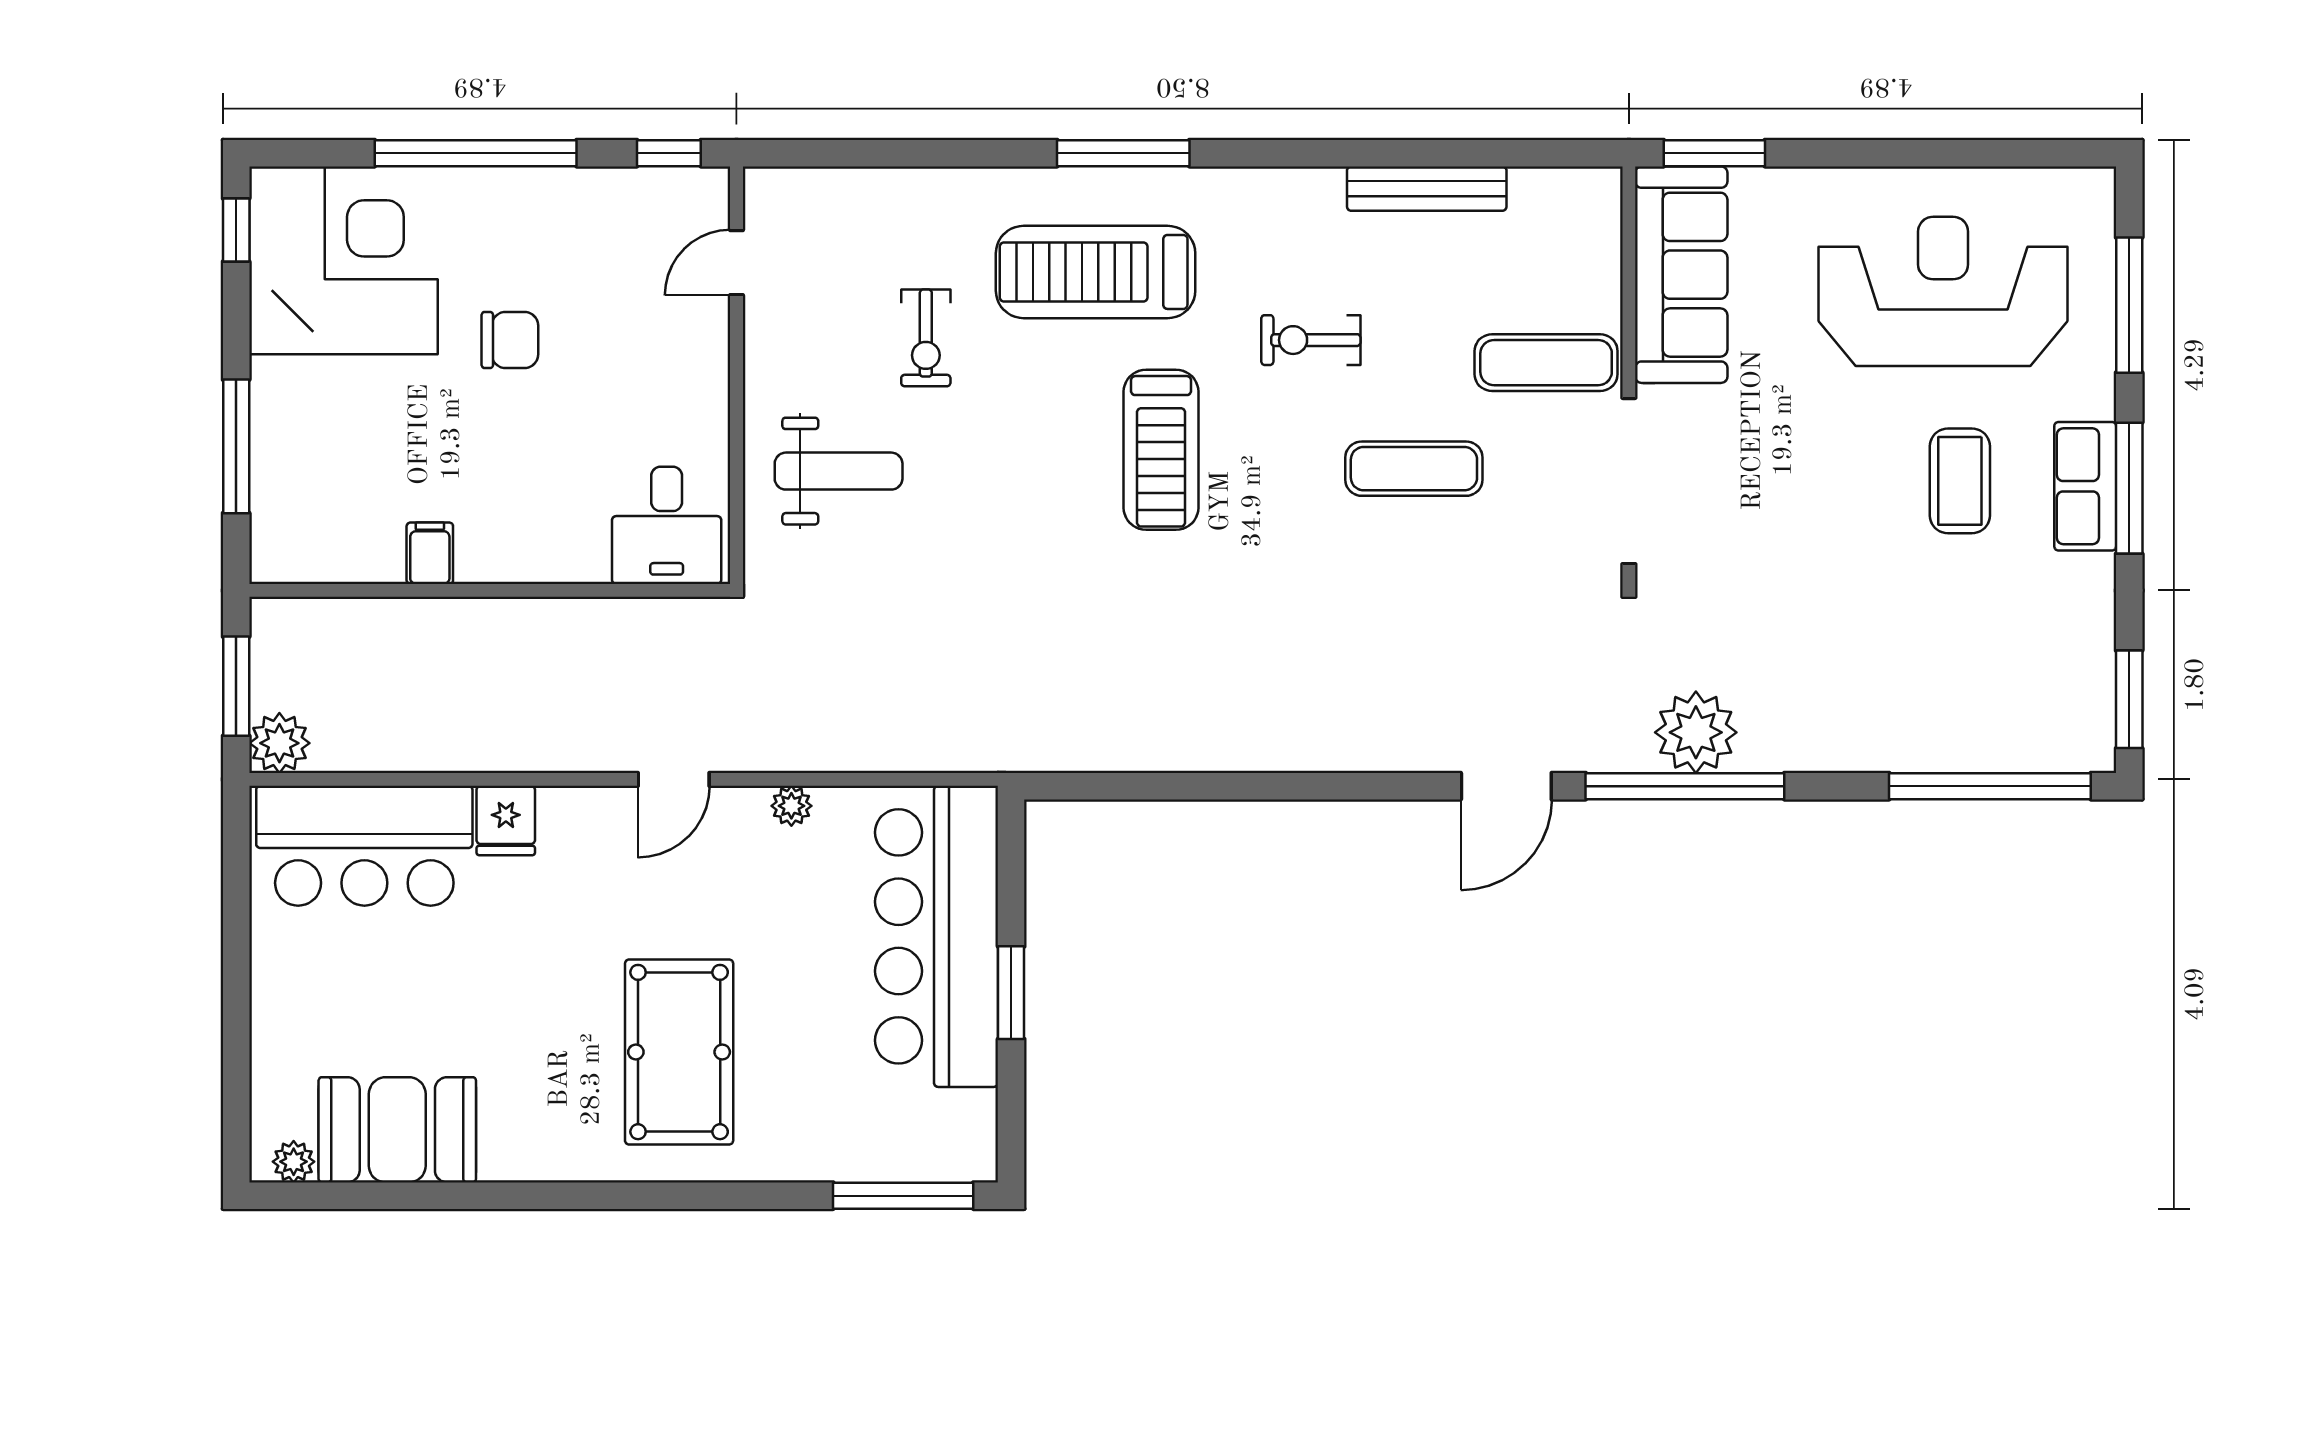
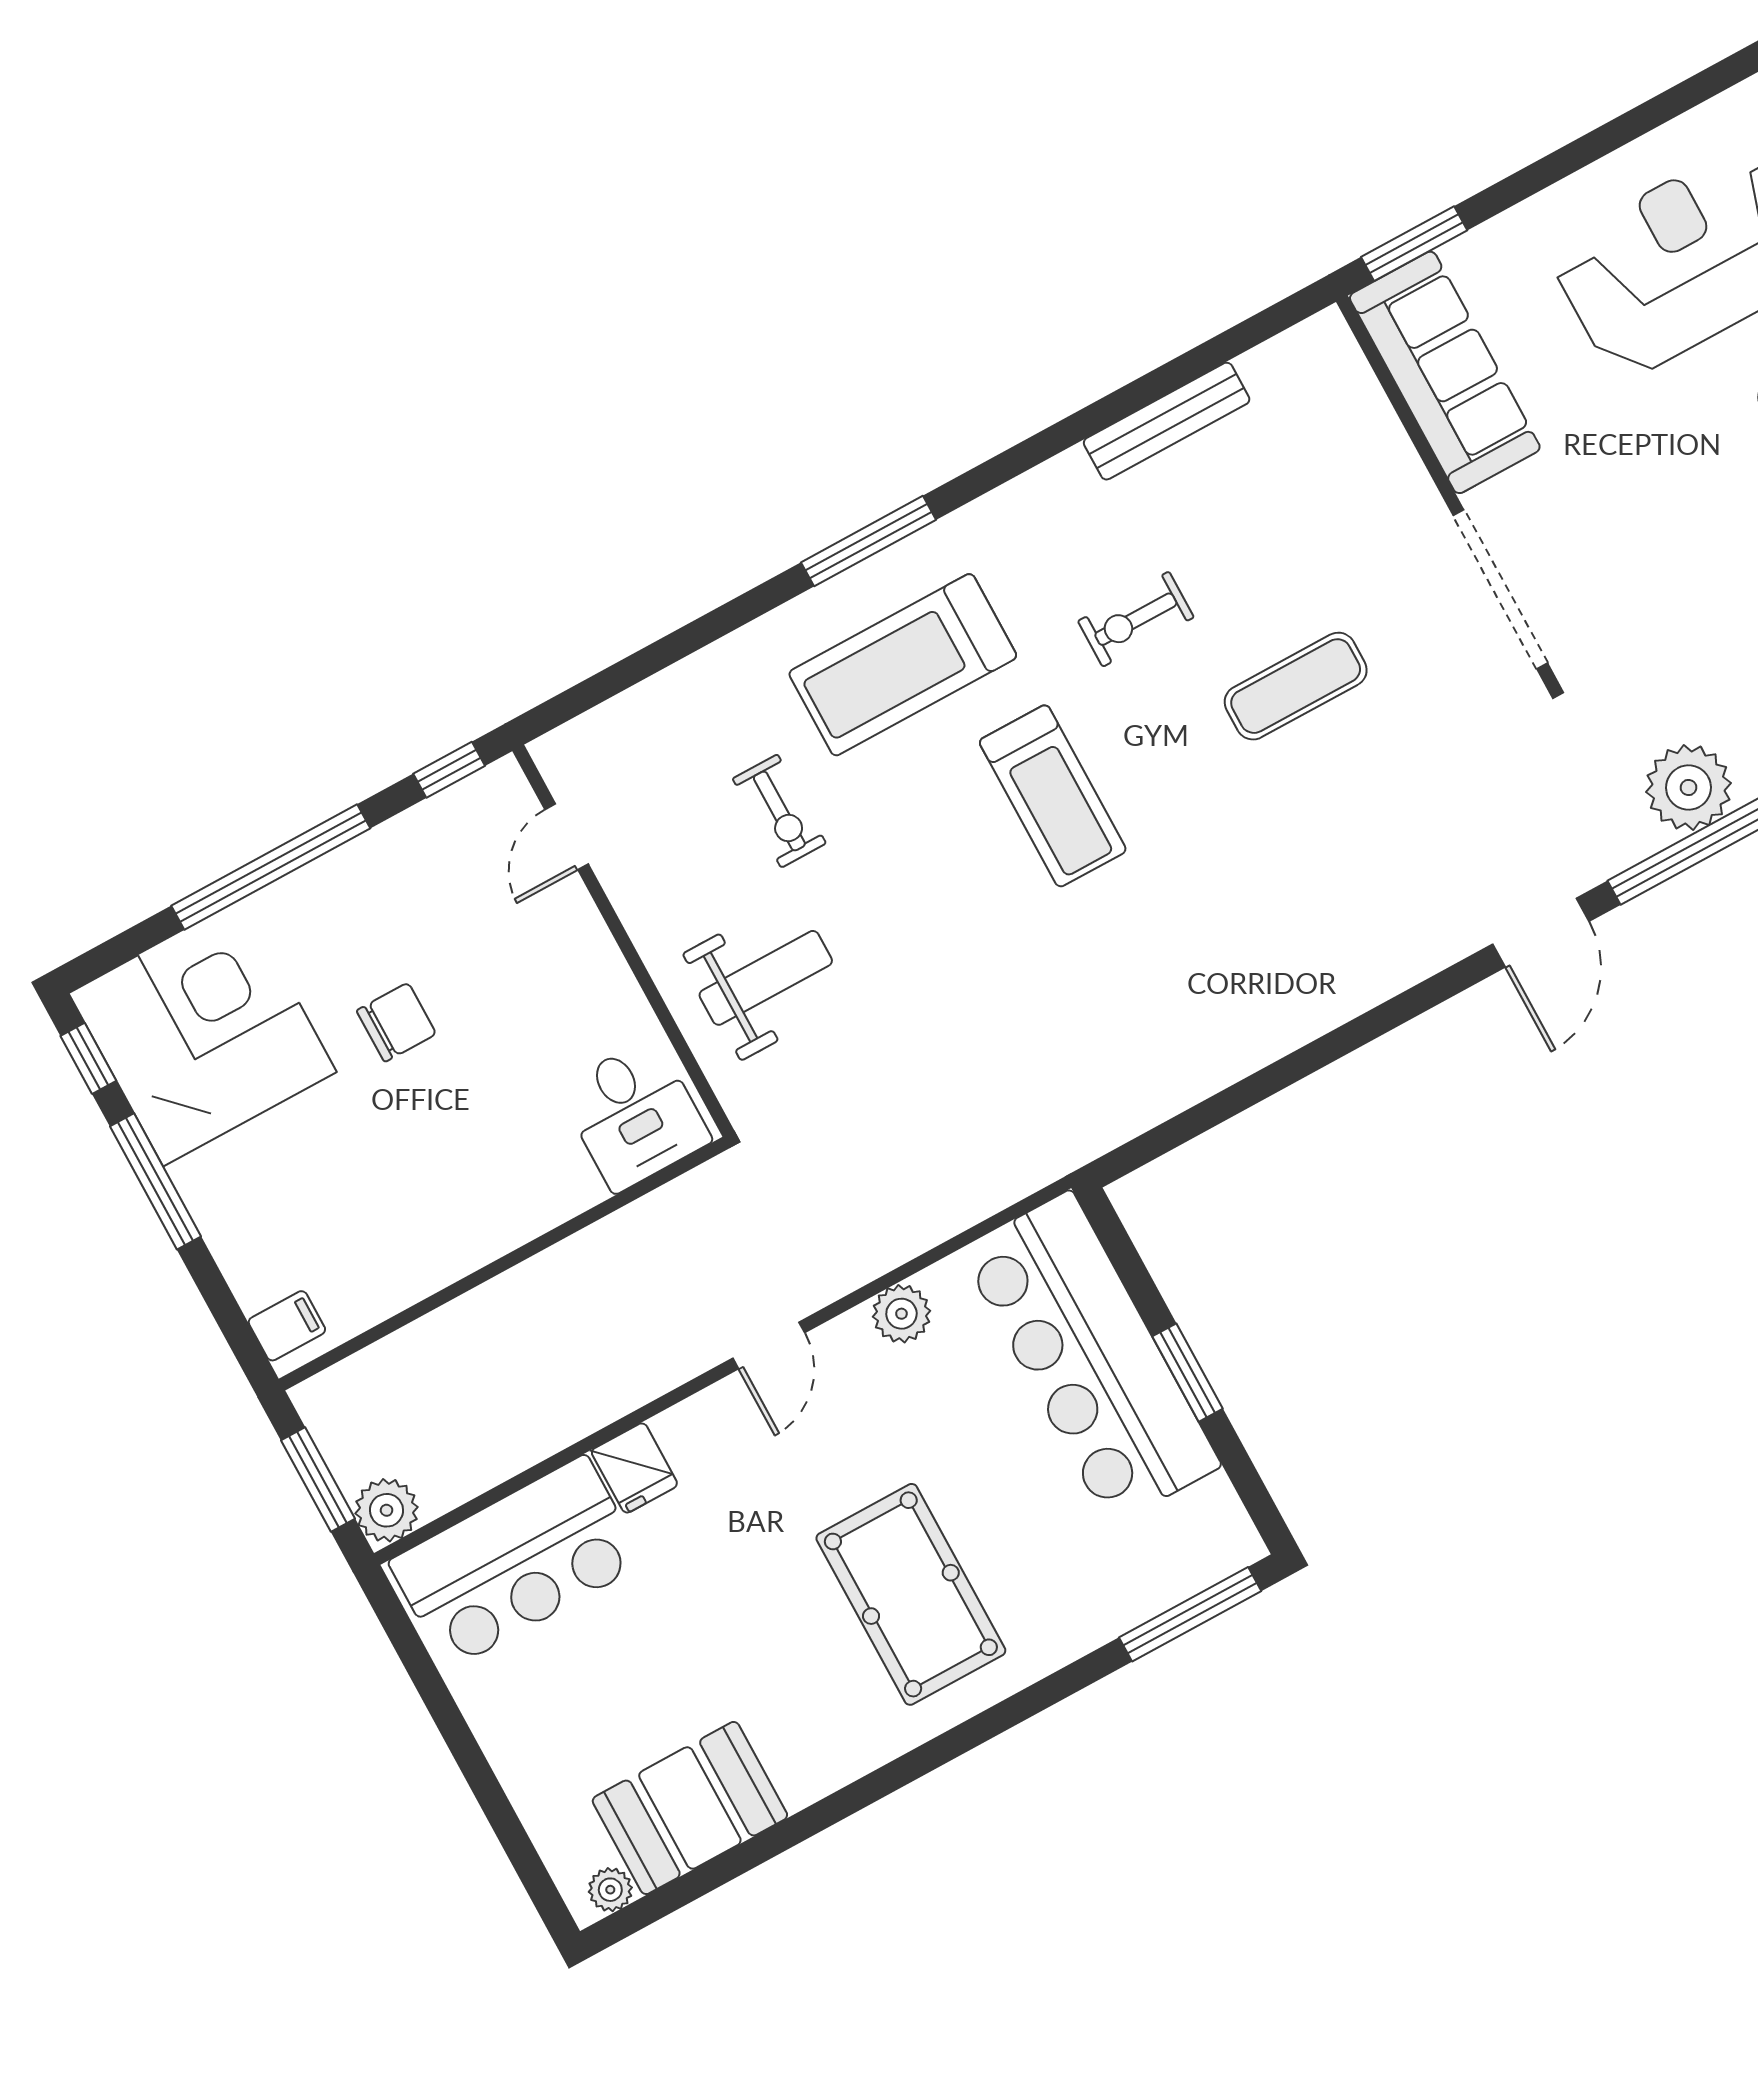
exercise mat: (1546, 363) -> (1364, 522), removed
window: (236, 446) -> (155, 1181), moved
filing cabinet: (430, 553) -> (287, 1326), moved, turned 90
plant: (791, 806) -> (901, 1314), width x1.38, depth x1.38

